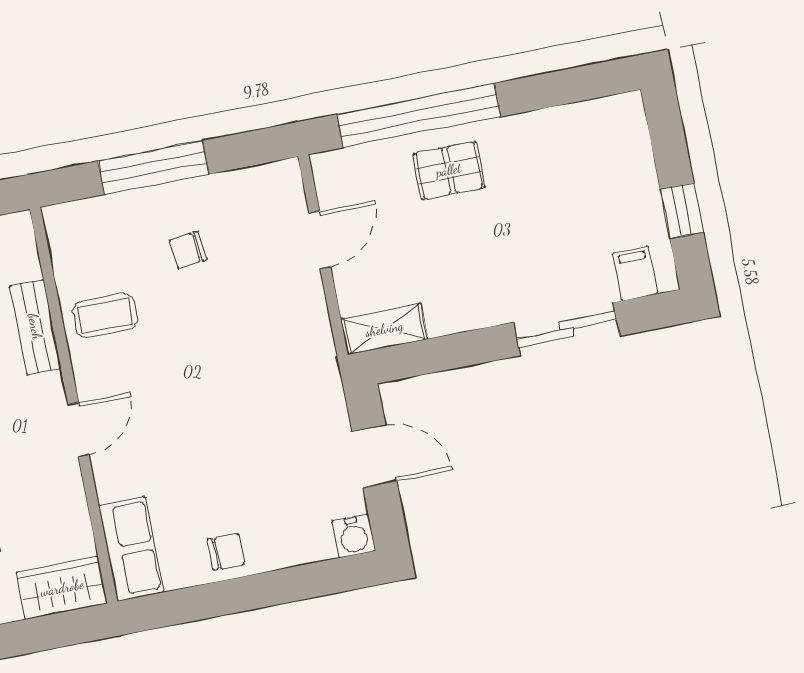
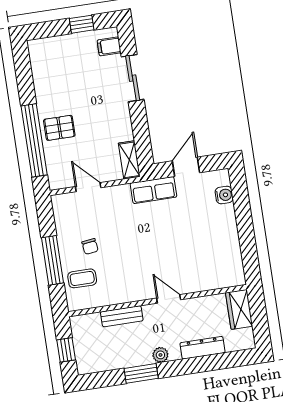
pallet: (449, 170) -> (59, 128), turned 90
coffee table: (105, 315) -> (82, 278), moved, turned 90
water cooler: (354, 536) -> (224, 195), moved
row of seats: (131, 549) -> (153, 190), moved, turned 180
chair: (226, 552) -> (226, 235), removed

